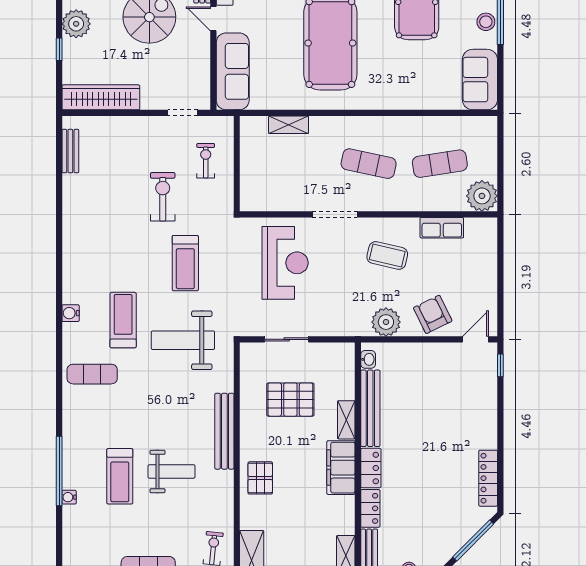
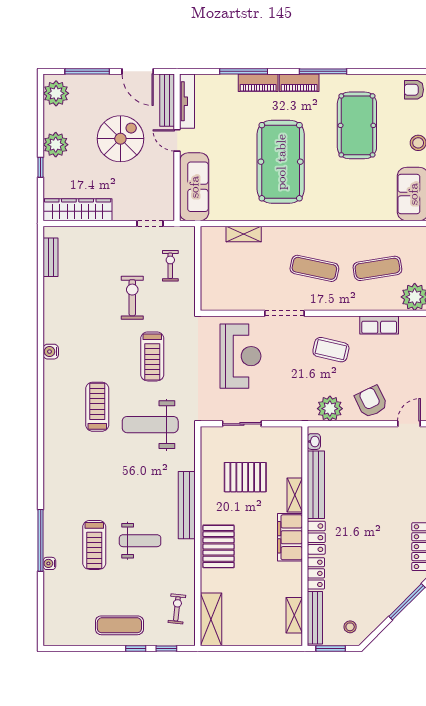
water cooler: (71, 313) -> (51, 352), moved
exercise mat: (92, 374) -> (70, 455), removed
pallet: (260, 478) -> (219, 546), width x1.50, depth x1.42

